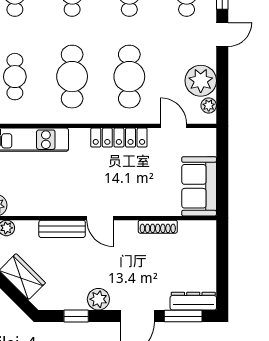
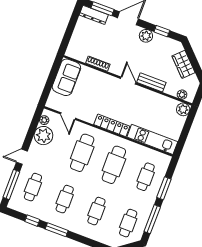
locker: (119, 138) -> (112, 125), moved

